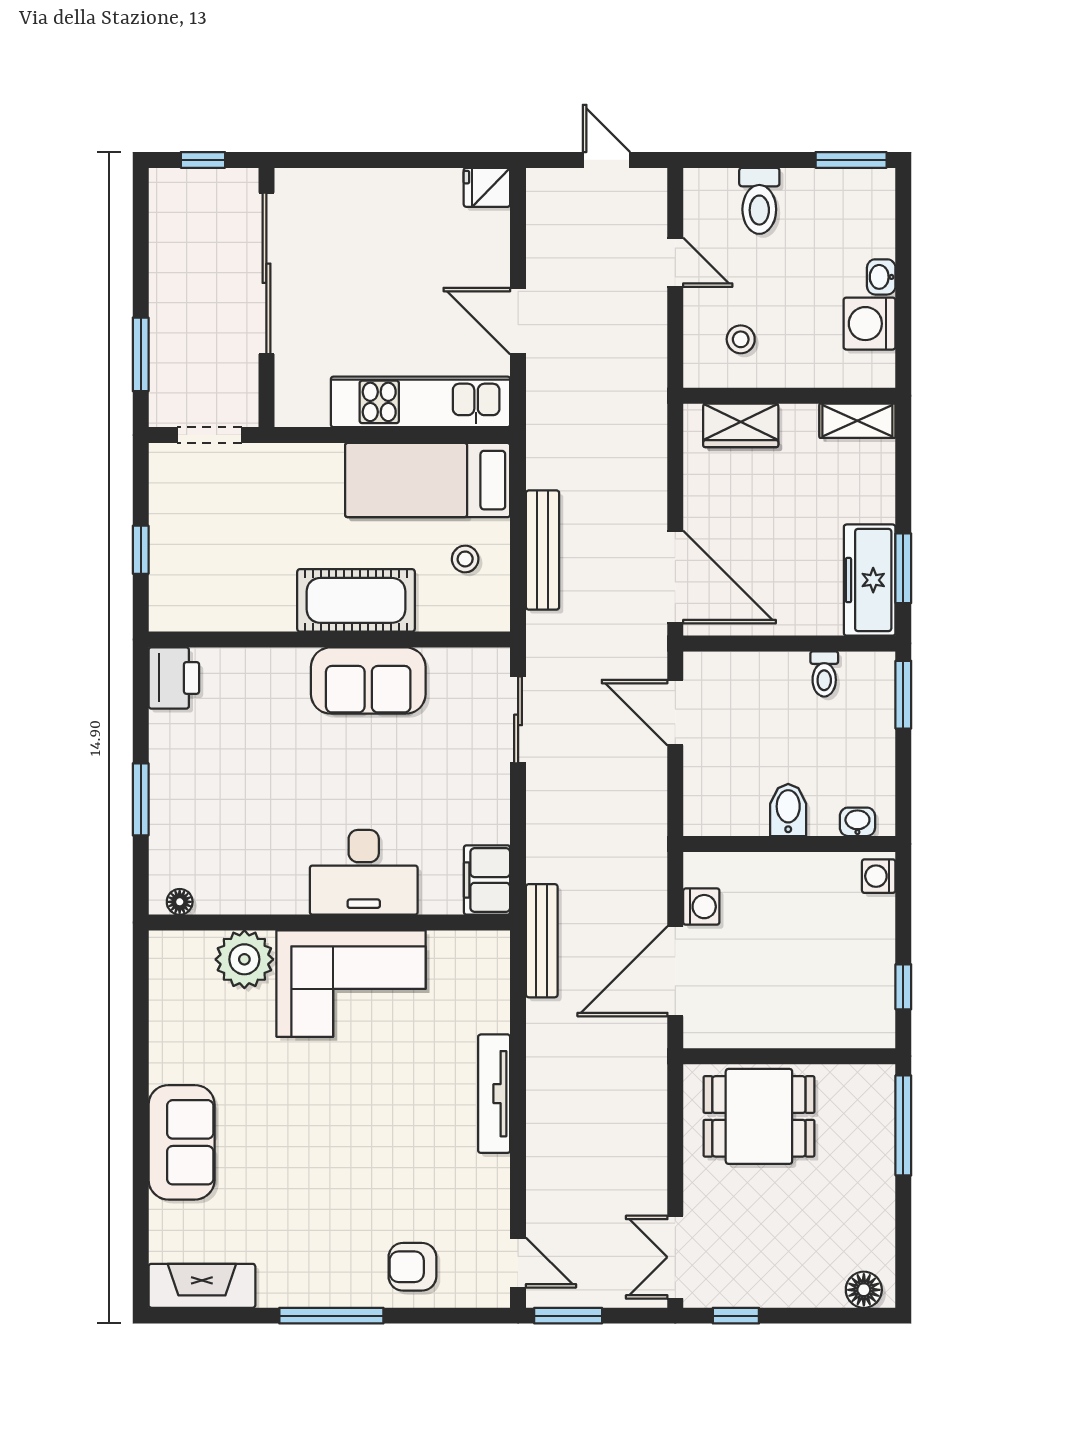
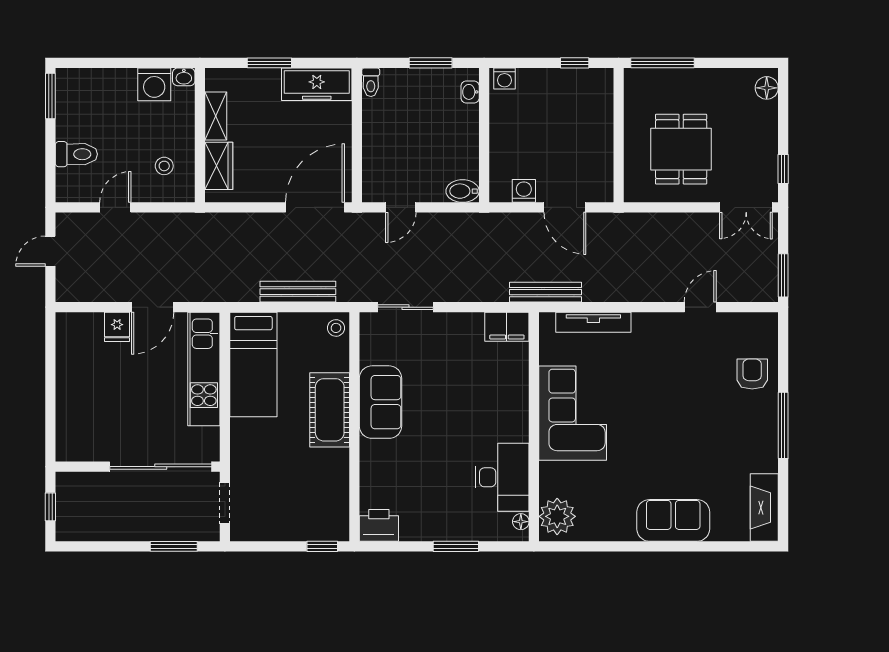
fridge: (487, 187) -> (117, 327), moved
sliding door: (266, 273) -> (161, 467), moved
washbasin: (881, 277) -> (184, 77), moved
shelving: (857, 421) -> (216, 116), moved
window: (141, 550) -> (322, 546), moved
stool: (465, 559) -> (336, 328), moved
window: (903, 568) -> (269, 63), moved
toilet: (824, 674) -> (371, 82), moved, turned 90
window: (903, 695) -> (431, 63), moved
door: (675, 713) -> (401, 207), width x0.73
bidet: (788, 810) -> (463, 191), moved
desk: (364, 872) -> (502, 477), moved
plant: (244, 959) -> (557, 516), moved
door: (675, 971) -> (565, 207), width x0.73
tv unit: (494, 1094) -> (593, 322), moved
dining table: (759, 1116) -> (681, 149), moved
door: (518, 1263) -> (700, 307), moved
armchair: (412, 1267) -> (752, 374), turned 180

